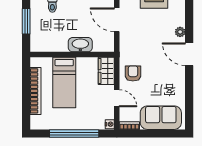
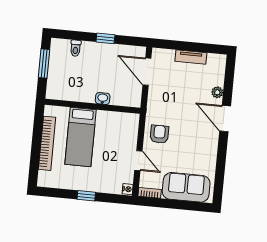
washbasin: (80, 45) -> (103, 98), width x0.52, depth x0.69
wardrobe: (106, 71) -> (129, 128), removed
window: (74, 134) -> (86, 196), width x0.32

